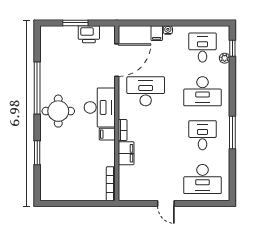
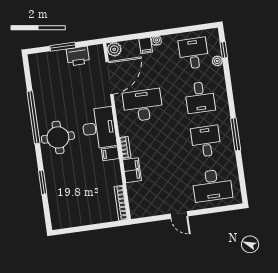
plant: (125, 33) -> (114, 49), added
desk: (203, 91) -> (200, 97), width x0.73

